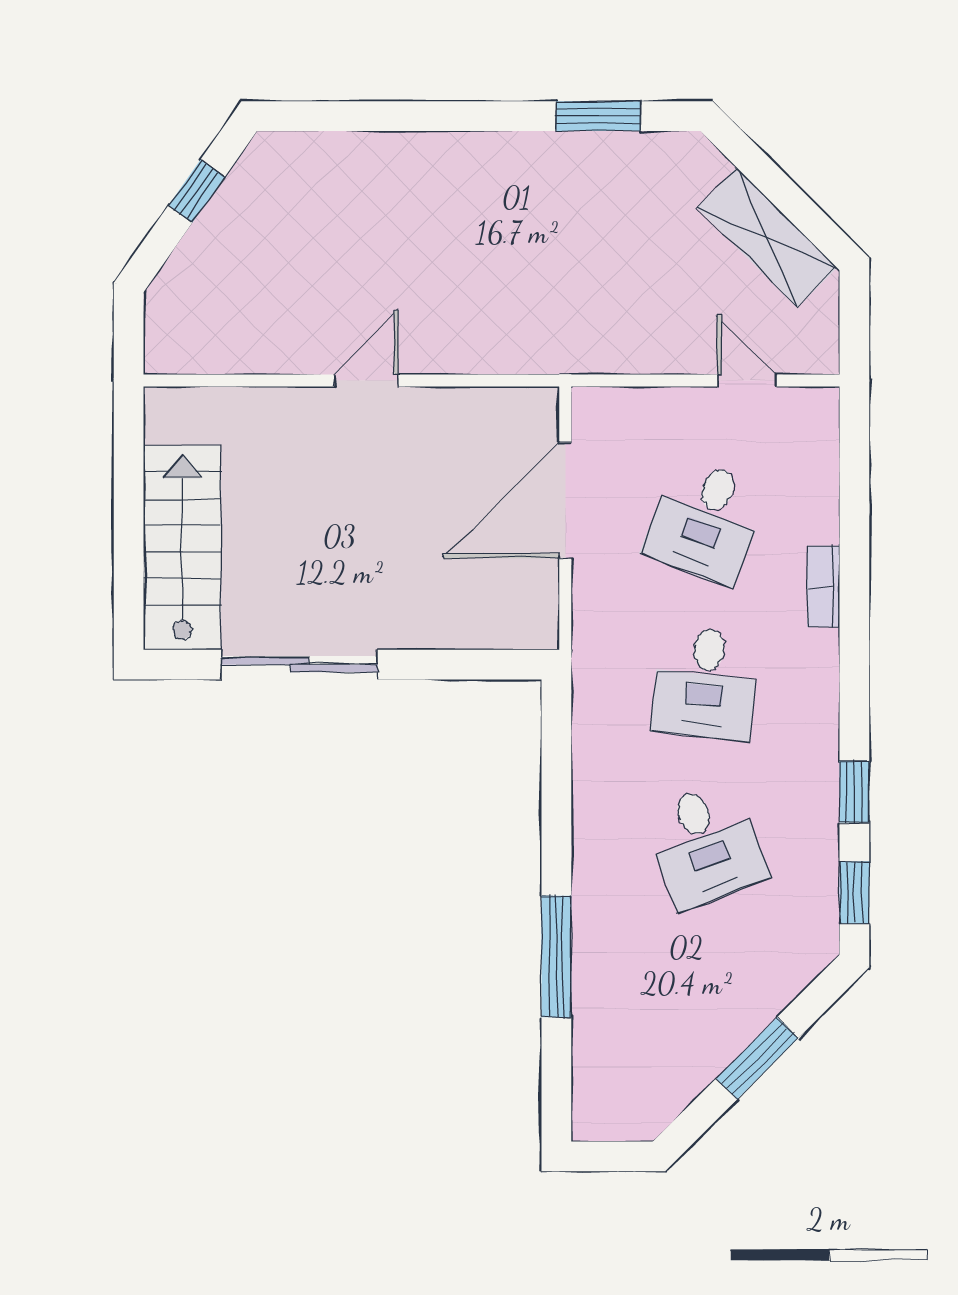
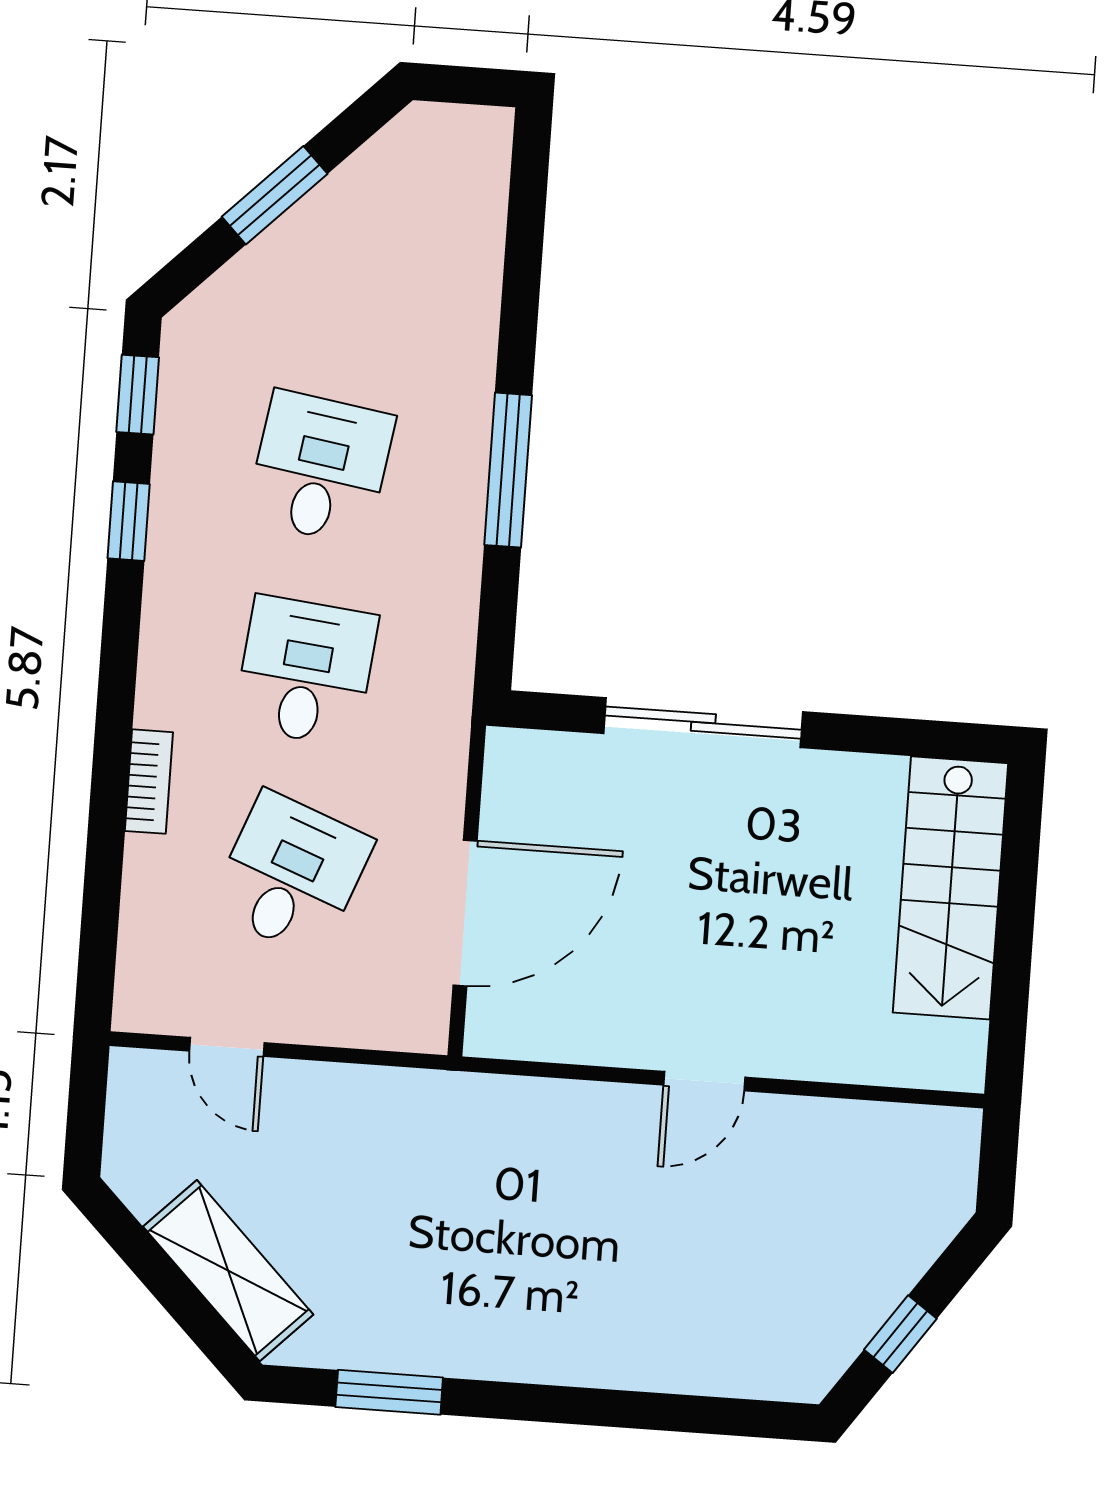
shelving: (767, 238) -> (228, 1271), moved
sliding door: (300, 665) -> (703, 723), moved
desk: (705, 845) -> (320, 468), turned 30
window: (556, 957) -> (508, 470), moved

